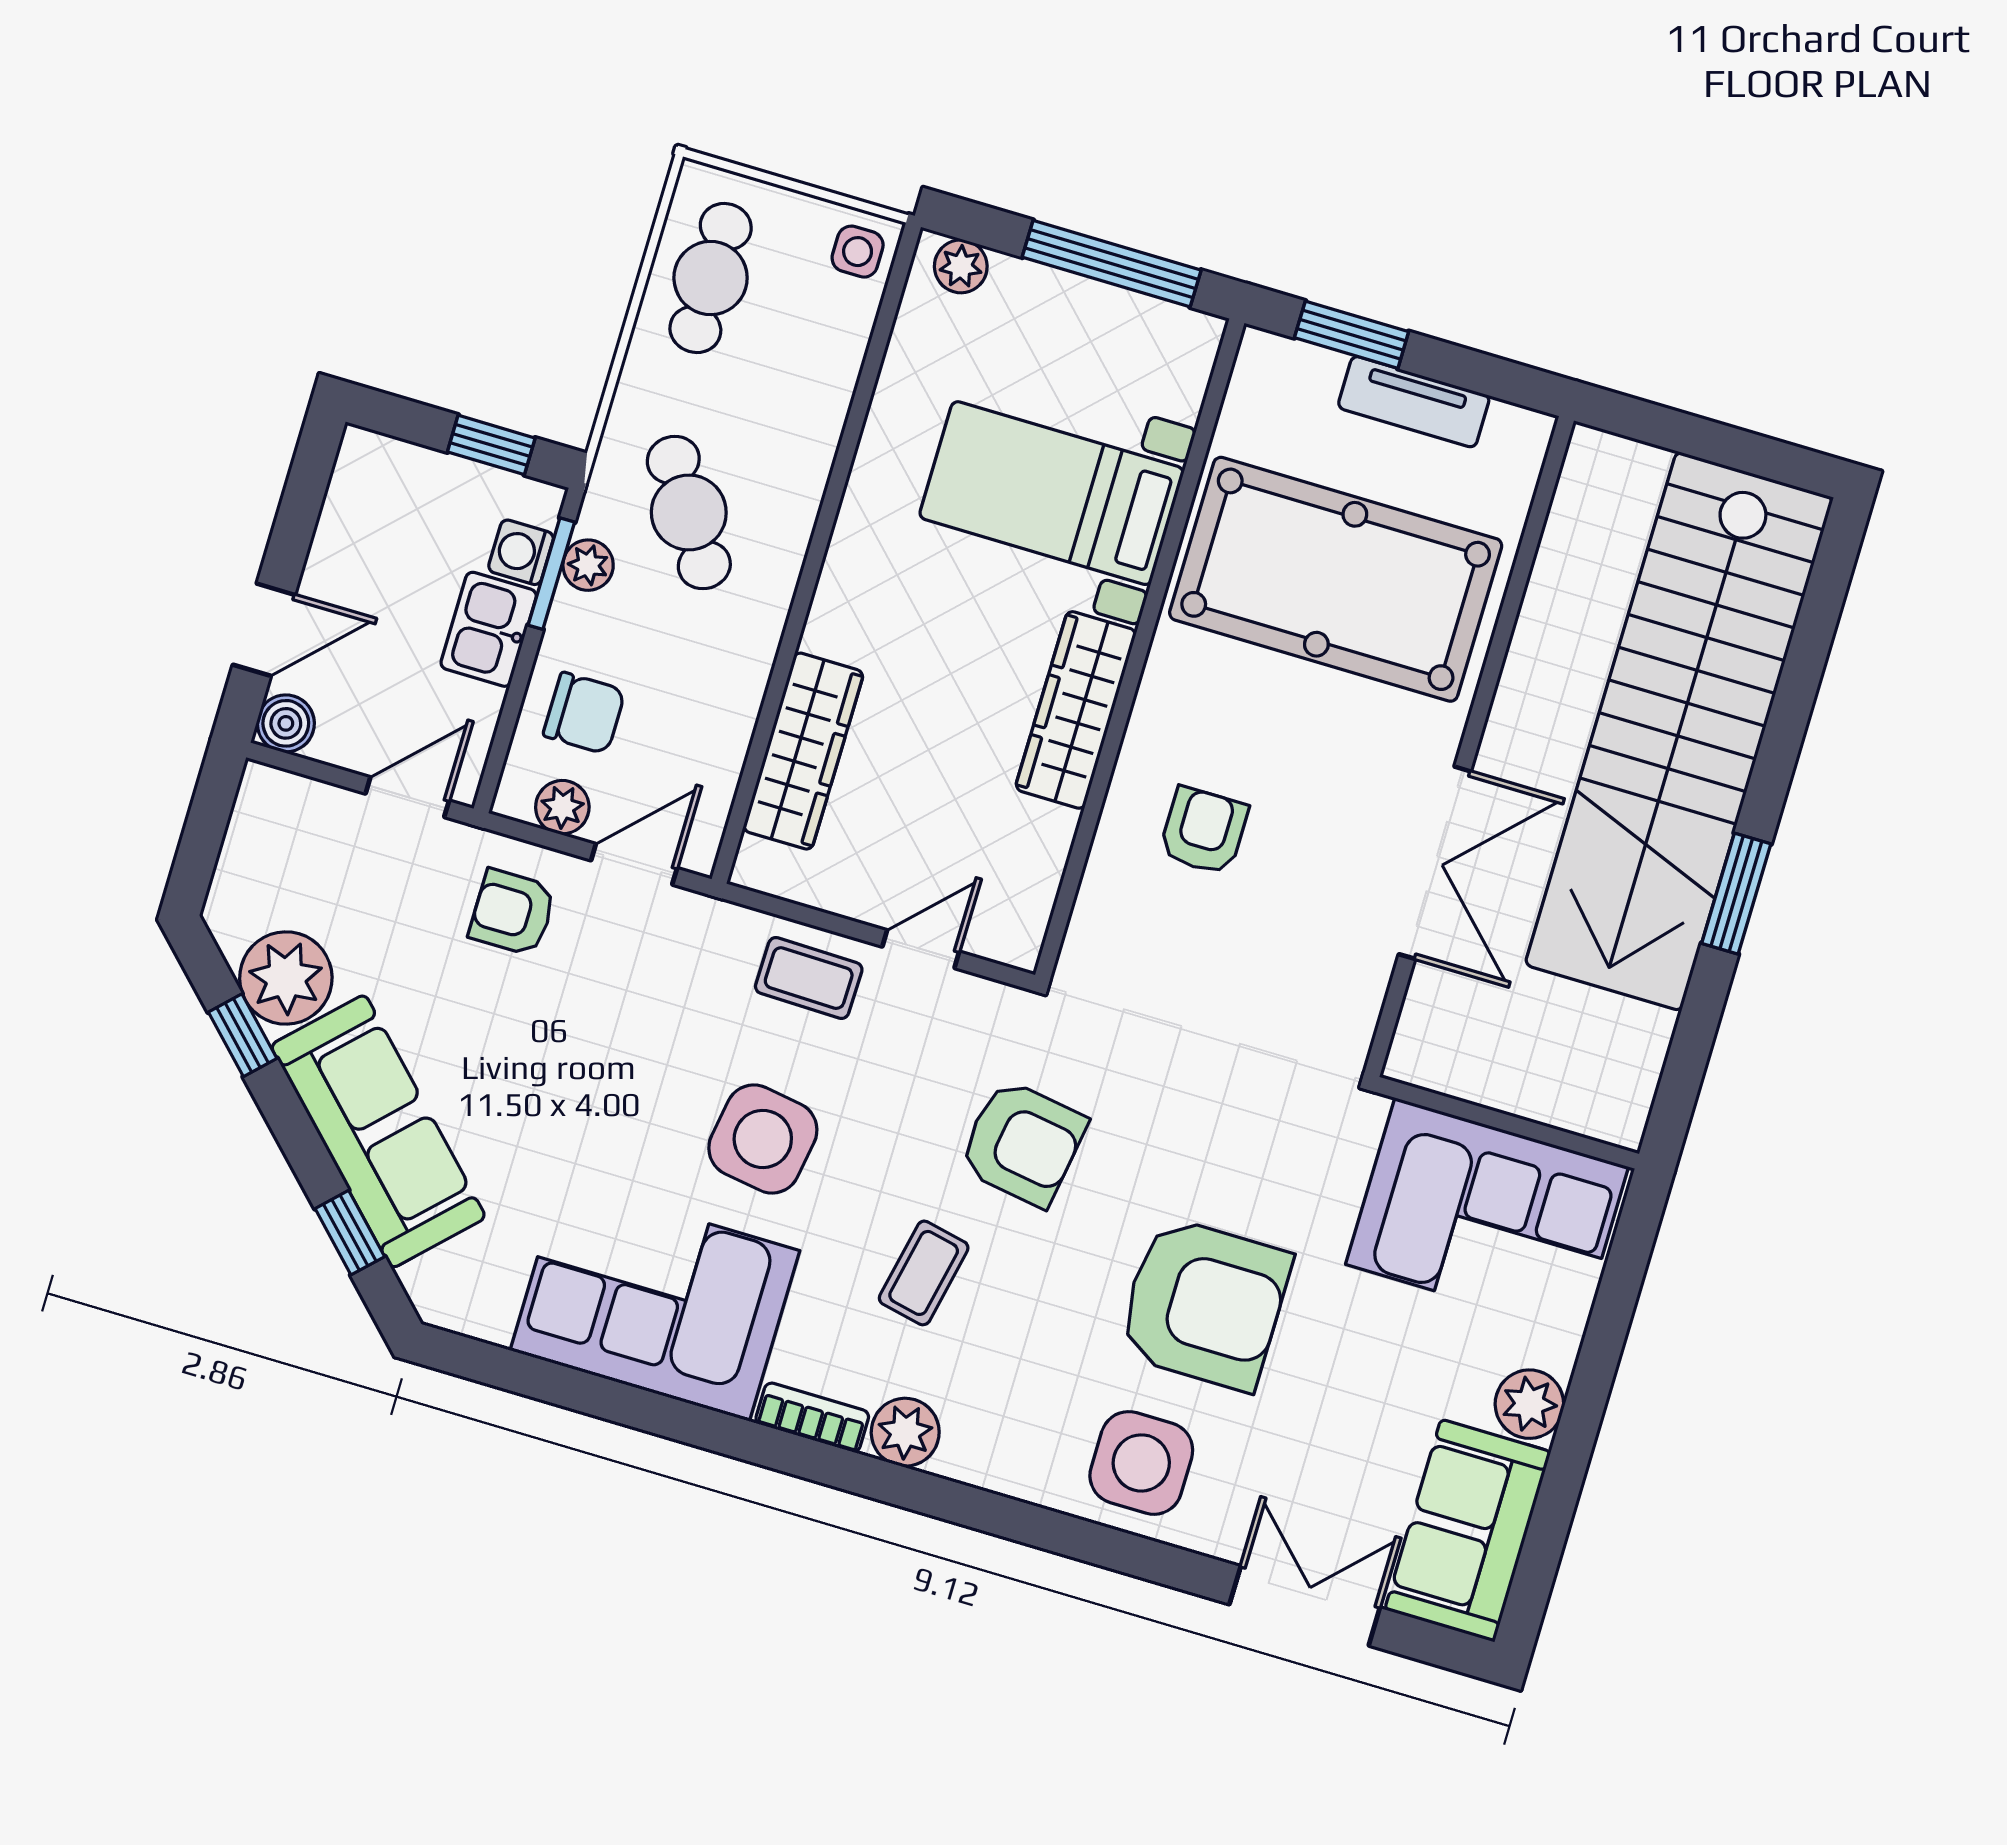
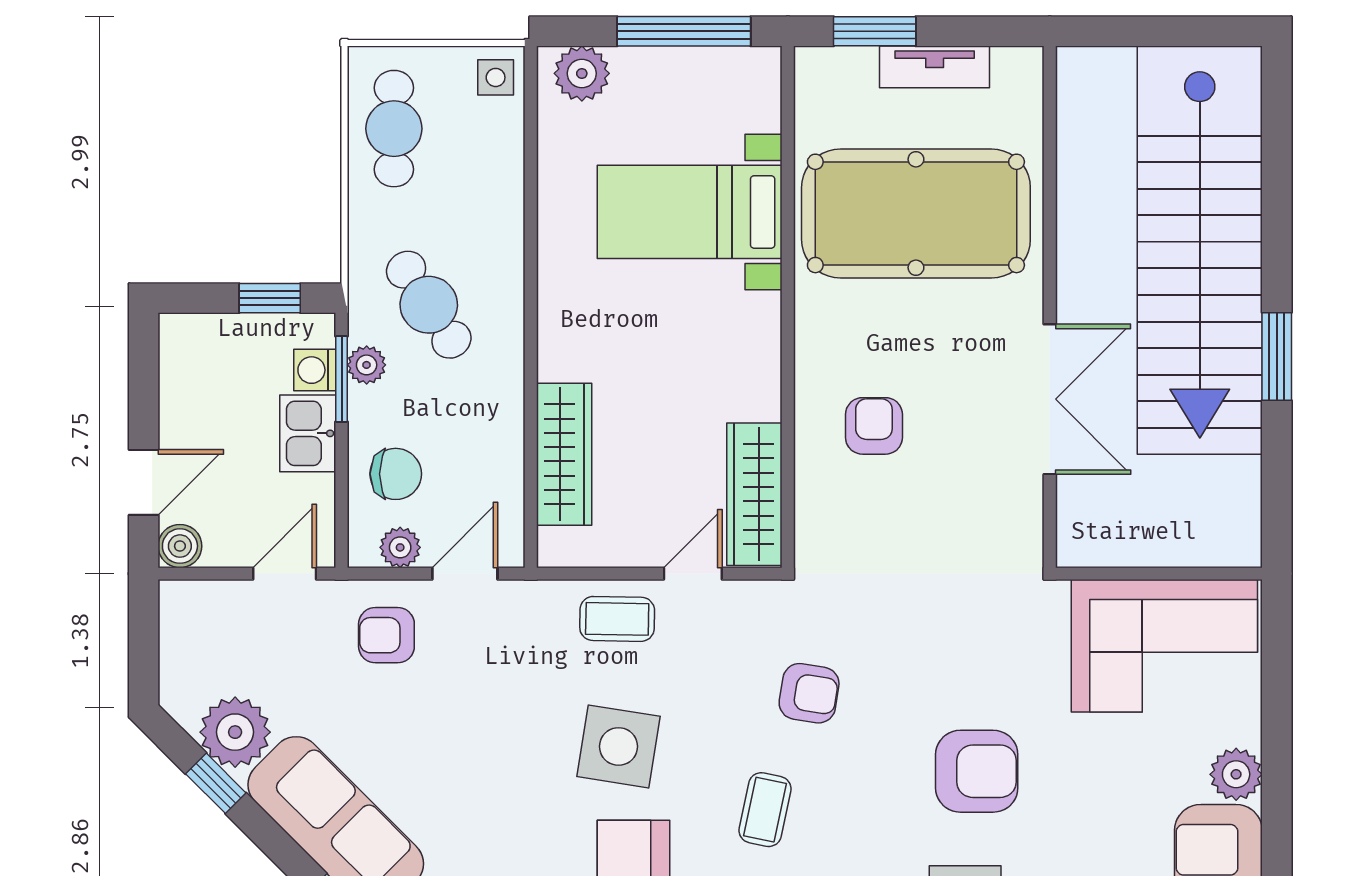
plant: (961, 266) -> (582, 73), width x1.38, depth x1.38
wardrobe: (1076, 710) -> (754, 494), moved
armchair: (1022, 1143) -> (809, 693), width x0.72, depth x0.72
armchair: (1204, 1304) -> (977, 771), width x0.73, depth x0.73

